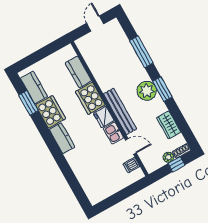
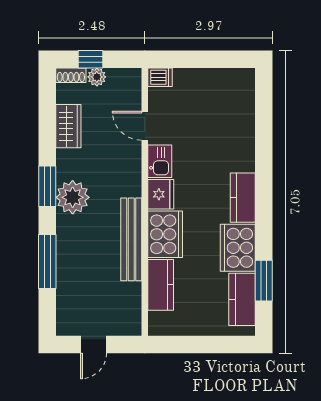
bench: (120, 111) -> (131, 239), moved
dishwasher: (131, 165) -> (160, 77), moved

